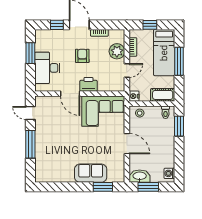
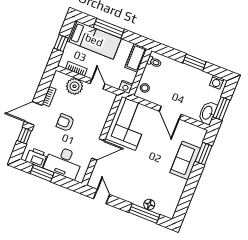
printer: (88, 84) -> (36, 157), moved, turned 90
door: (30, 113) -> (102, 197), swing flipped
window: (179, 126) -> (194, 62), moved
window: (30, 144) -> (144, 213), moved
door: (127, 144) -> (170, 113), swing flipped
floor lamp: (40, 157) -> (149, 205), added

